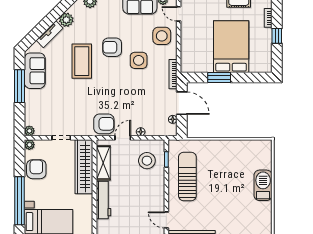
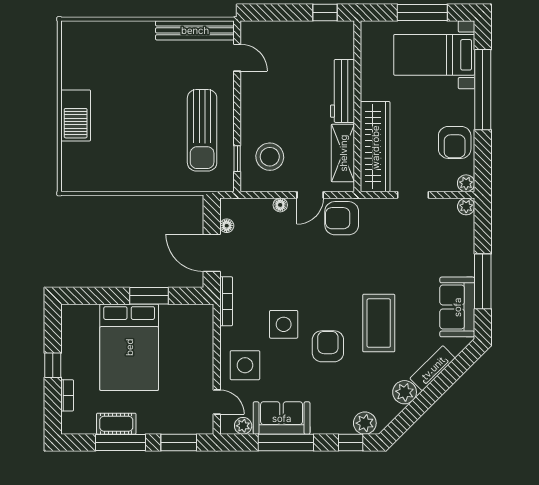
armchair: (112, 47) -> (328, 346), turned -90

